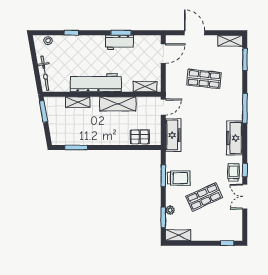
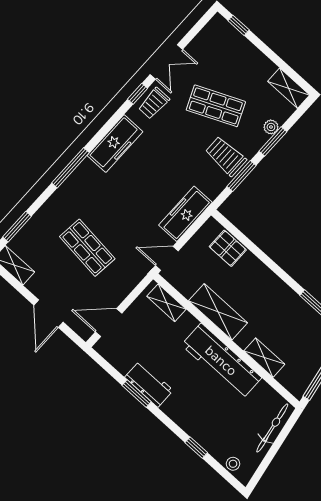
window: (163, 217) -> (273, 141), moved

